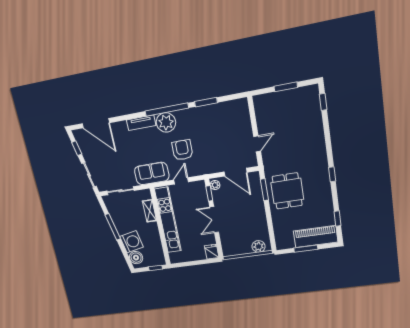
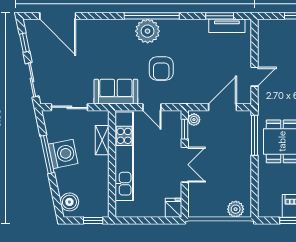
window: (206, 102) -> (220, 16), moved
tv unit: (141, 123) -> (227, 26), moved
armchair: (182, 150) -> (161, 69), turned 180
door: (236, 172) -> (222, 107), swing flipped
door: (181, 181) -> (152, 107), swing flipped
window: (264, 190) -> (254, 135), width x1.44
double door: (214, 220) -> (185, 165), swing flipped
washing machine: (132, 242) -> (63, 154), moved

